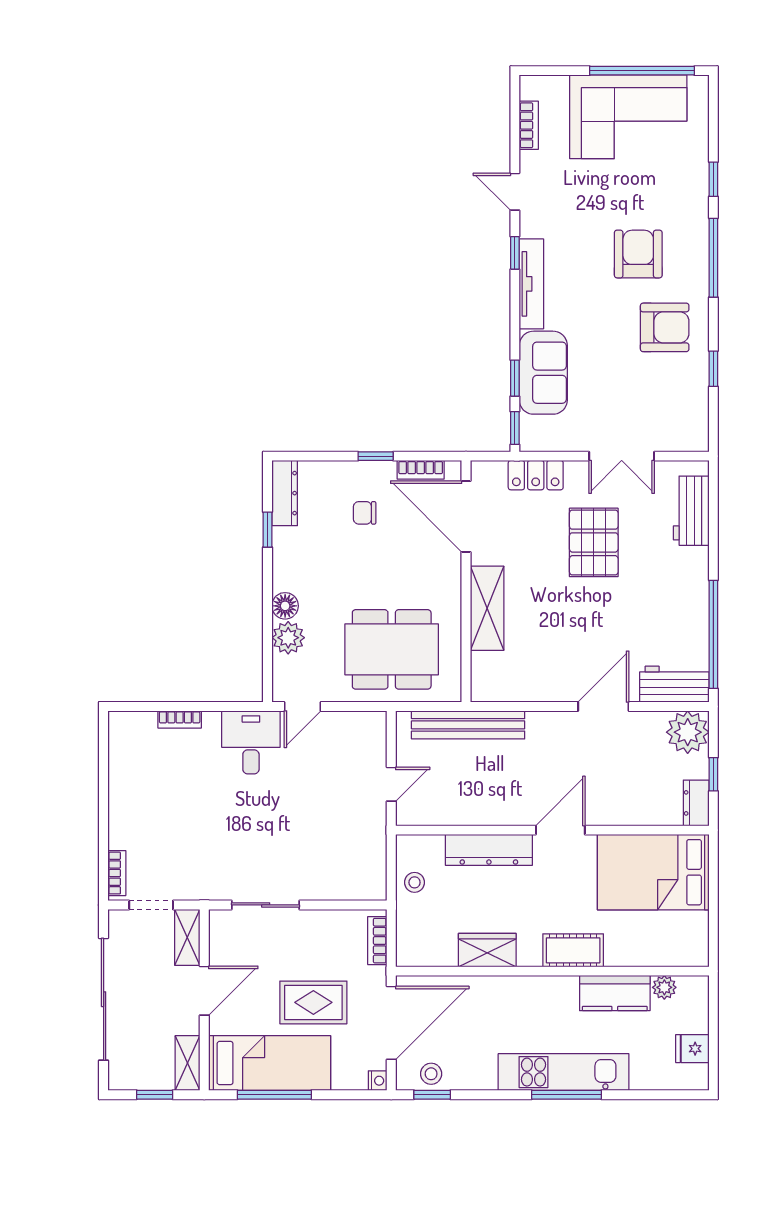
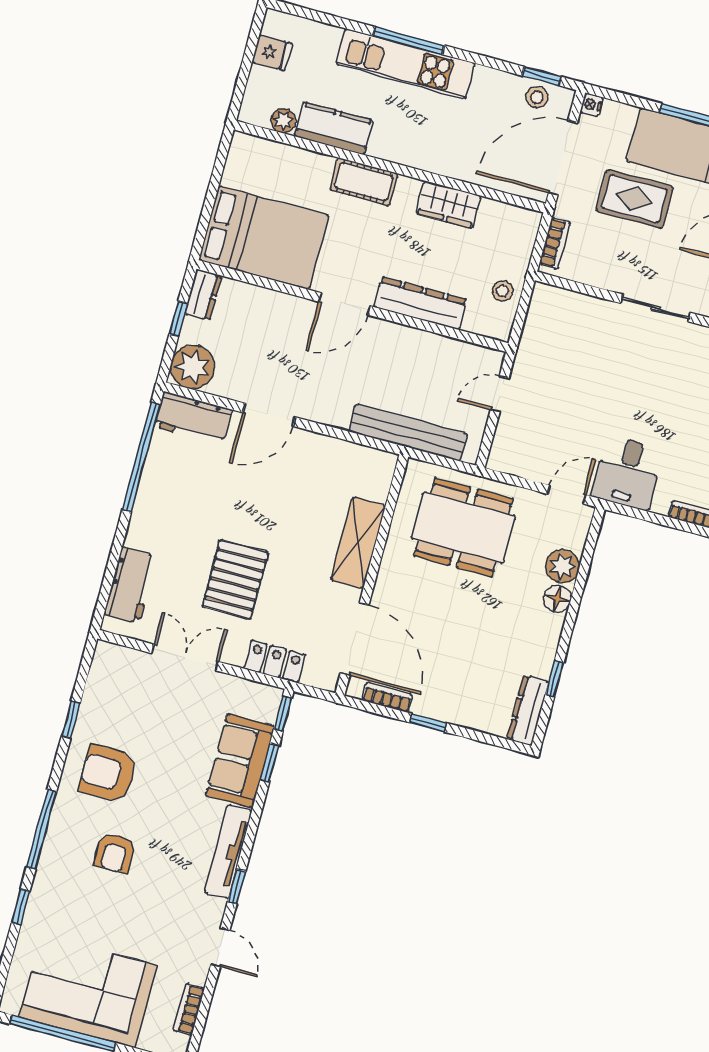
armchair: (638, 254) -> (115, 853), width x0.72, depth x0.72
chair: (365, 513) -> (454, 669), removed

